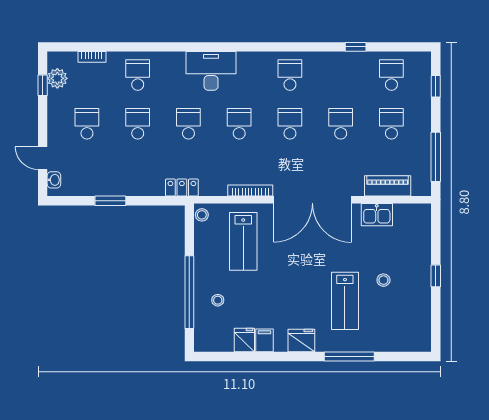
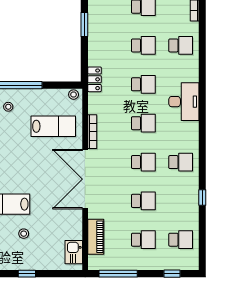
window: (356, 47) -> (202, 197), moved
kitchen sink: (377, 215) -> (74, 252), moved
lab bench: (243, 241) -> (53, 126), turned 180

